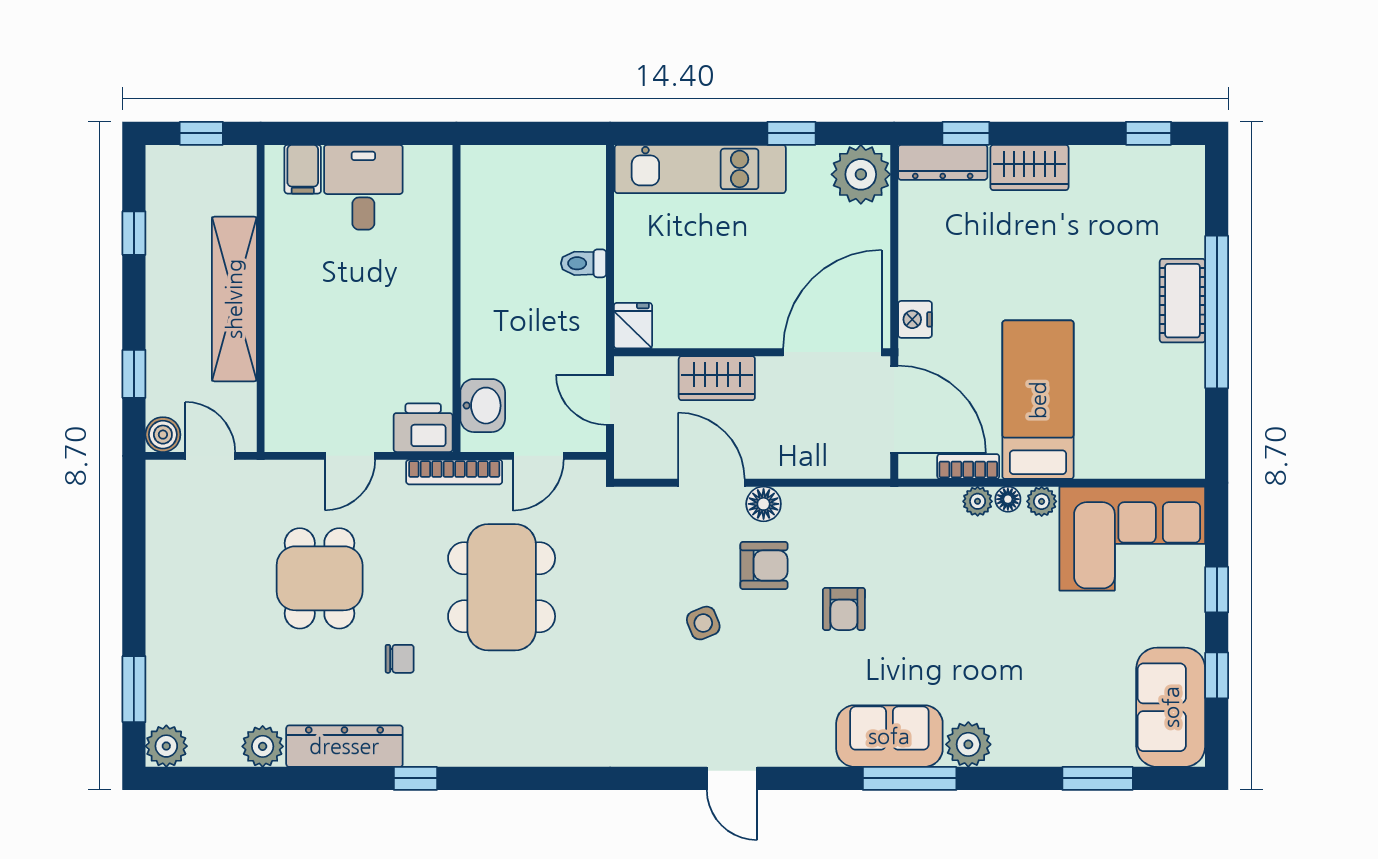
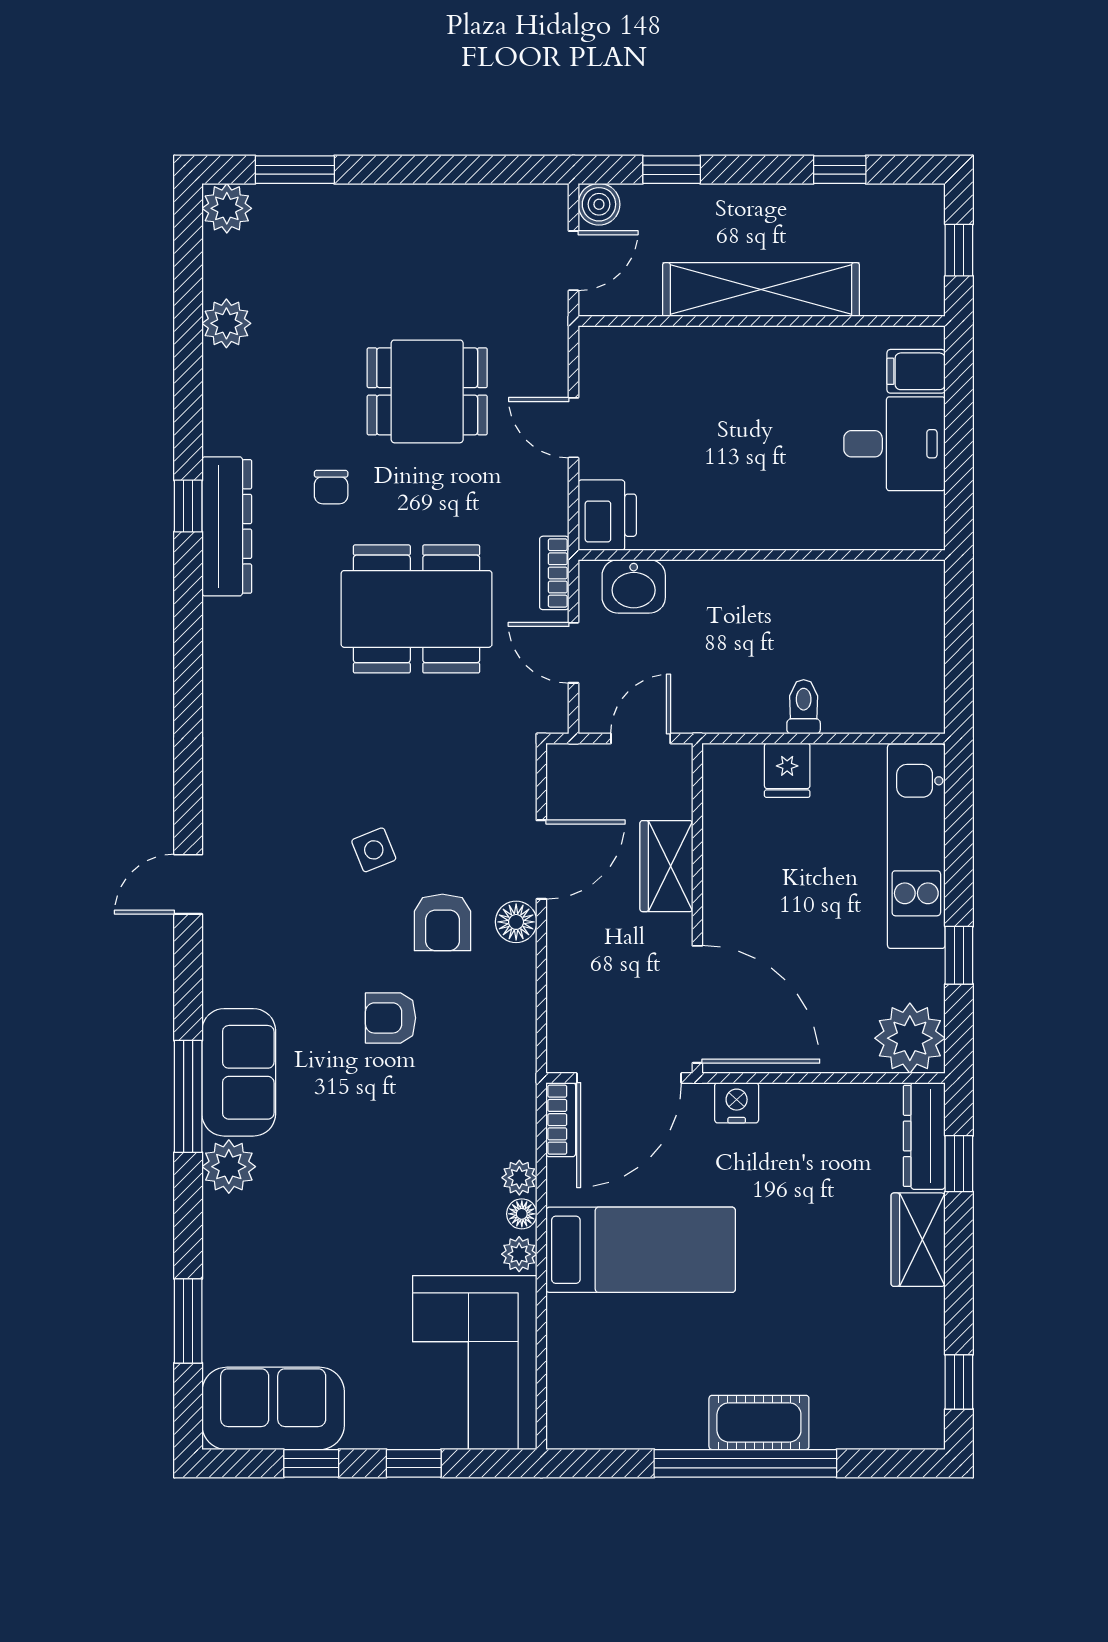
fridge: (633, 326) -> (787, 770), moved, turned 90
bookcase: (968, 467) -> (561, 1120), moved
bookcase: (454, 472) -> (554, 573), width x0.64
dresser: (344, 746) -> (227, 526), moved

